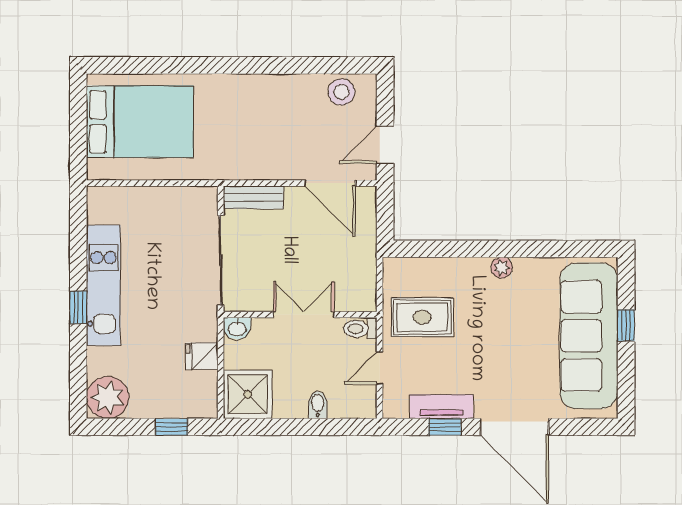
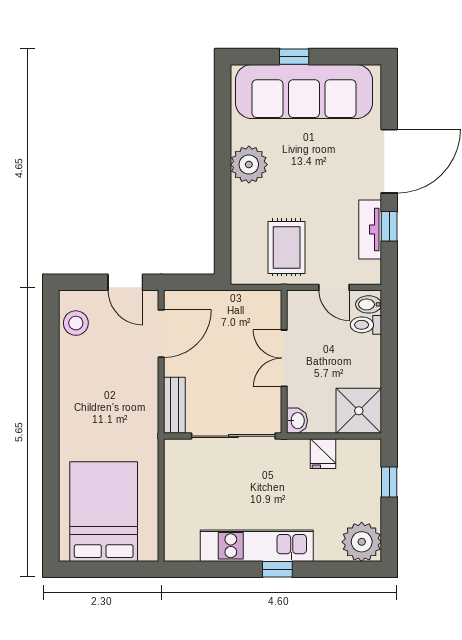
plant: (502, 268) -> (249, 165), width x1.87, depth x1.87
toilet: (360, 329) -> (366, 325), moved, turned 90
bidet: (318, 405) -> (369, 304), moved

